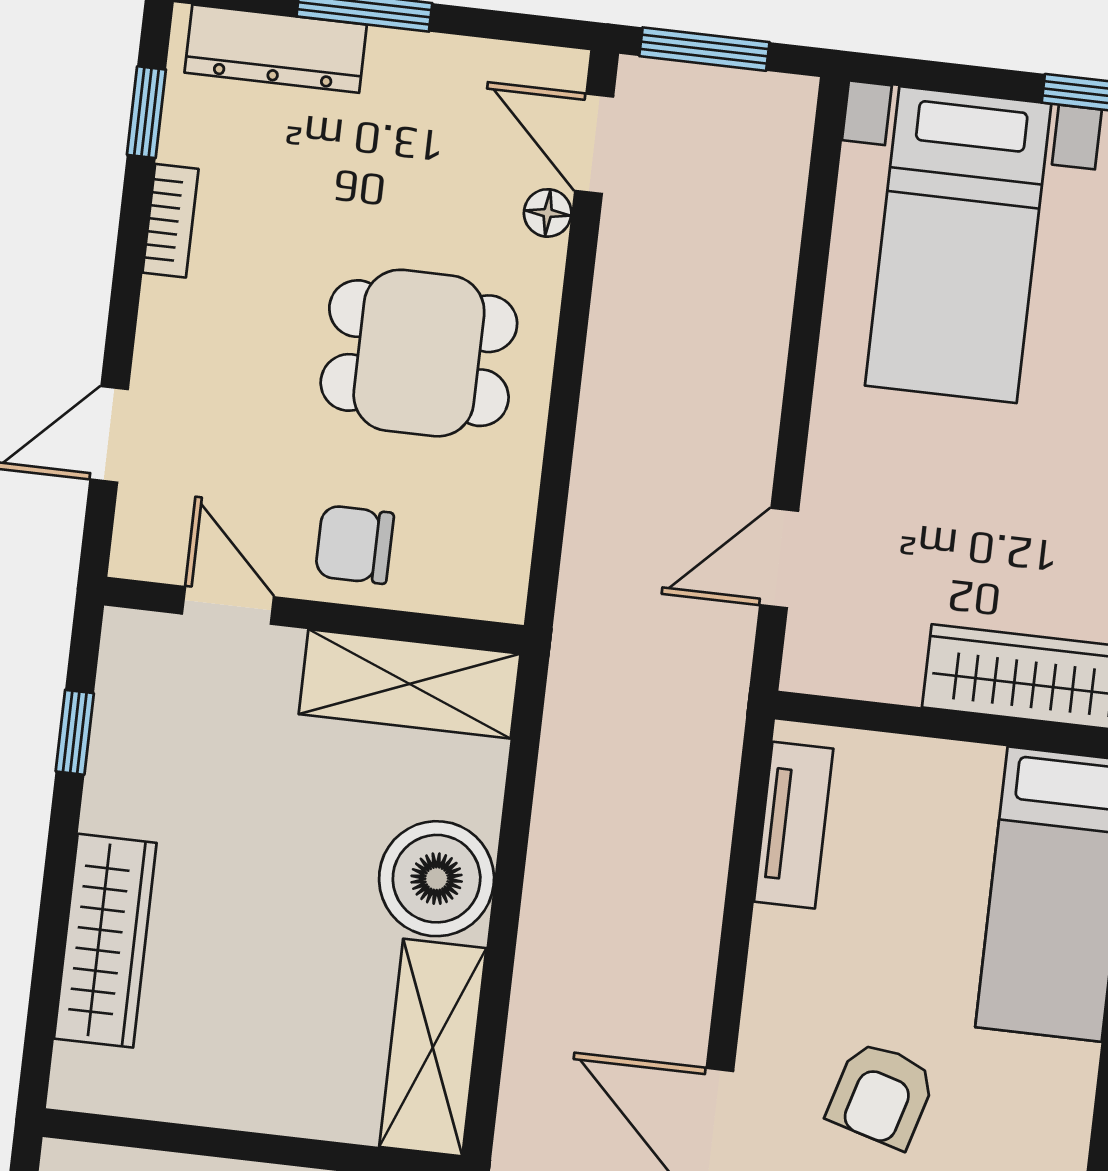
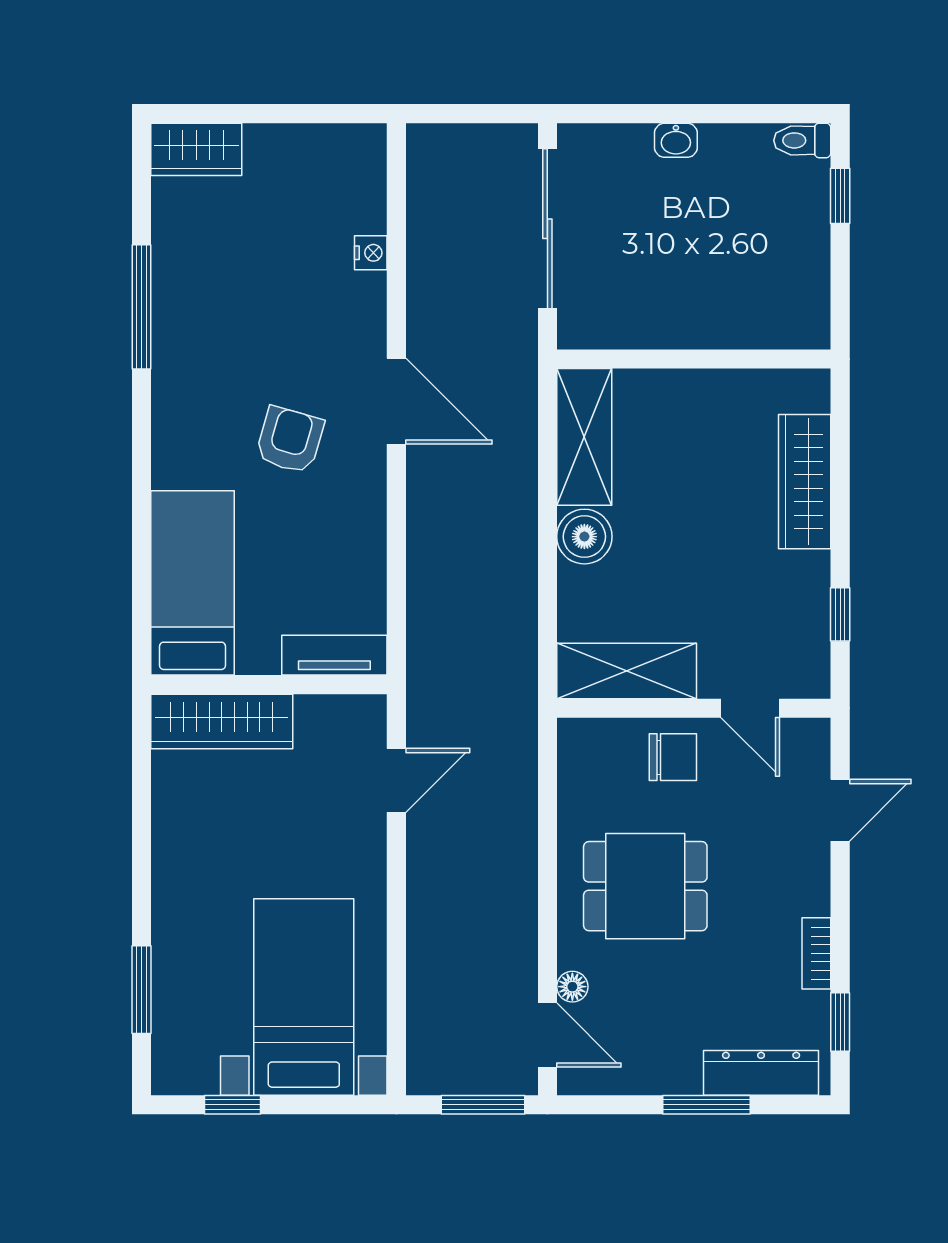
tv unit: (794, 825) -> (334, 655), moved, turned 90
boiler: (437, 879) -> (584, 537), width x0.73, depth x0.73

